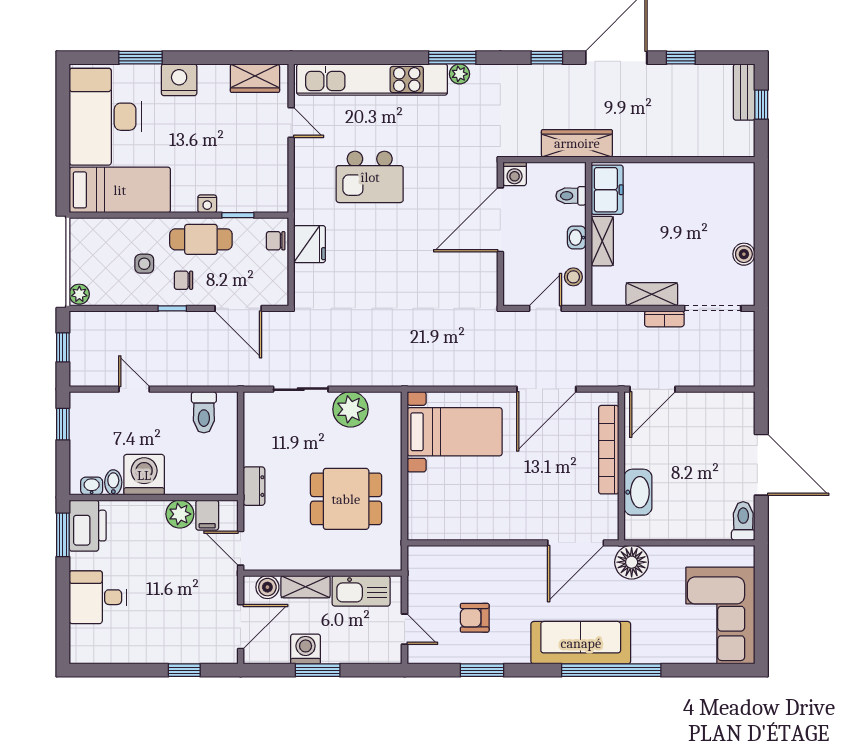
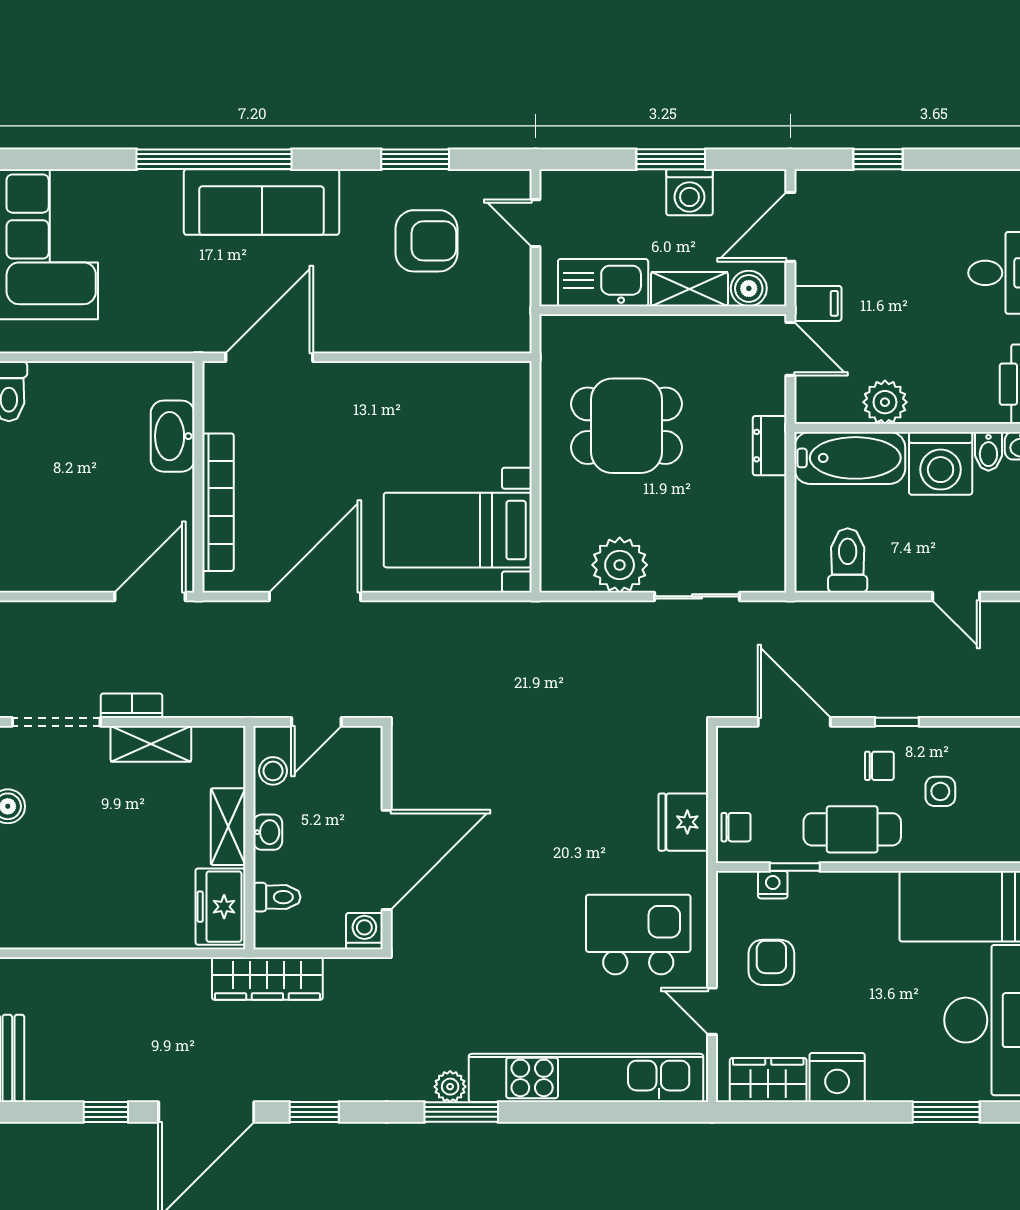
nightstand: (179, 80) -> (837, 1077), moved
armchair: (253, 154) -> (771, 962), added
kitchen island: (370, 177) -> (638, 934), moved
nightstand: (207, 204) -> (773, 885), moved
bathtub: (203, 478) -> (850, 458), added
filing cabinet: (207, 515) -> (818, 303), moved, turned 90
floor lamp: (632, 562) -> (182, 327), removed
armchair: (475, 618) -> (426, 241), width x1.38, depth x1.38

